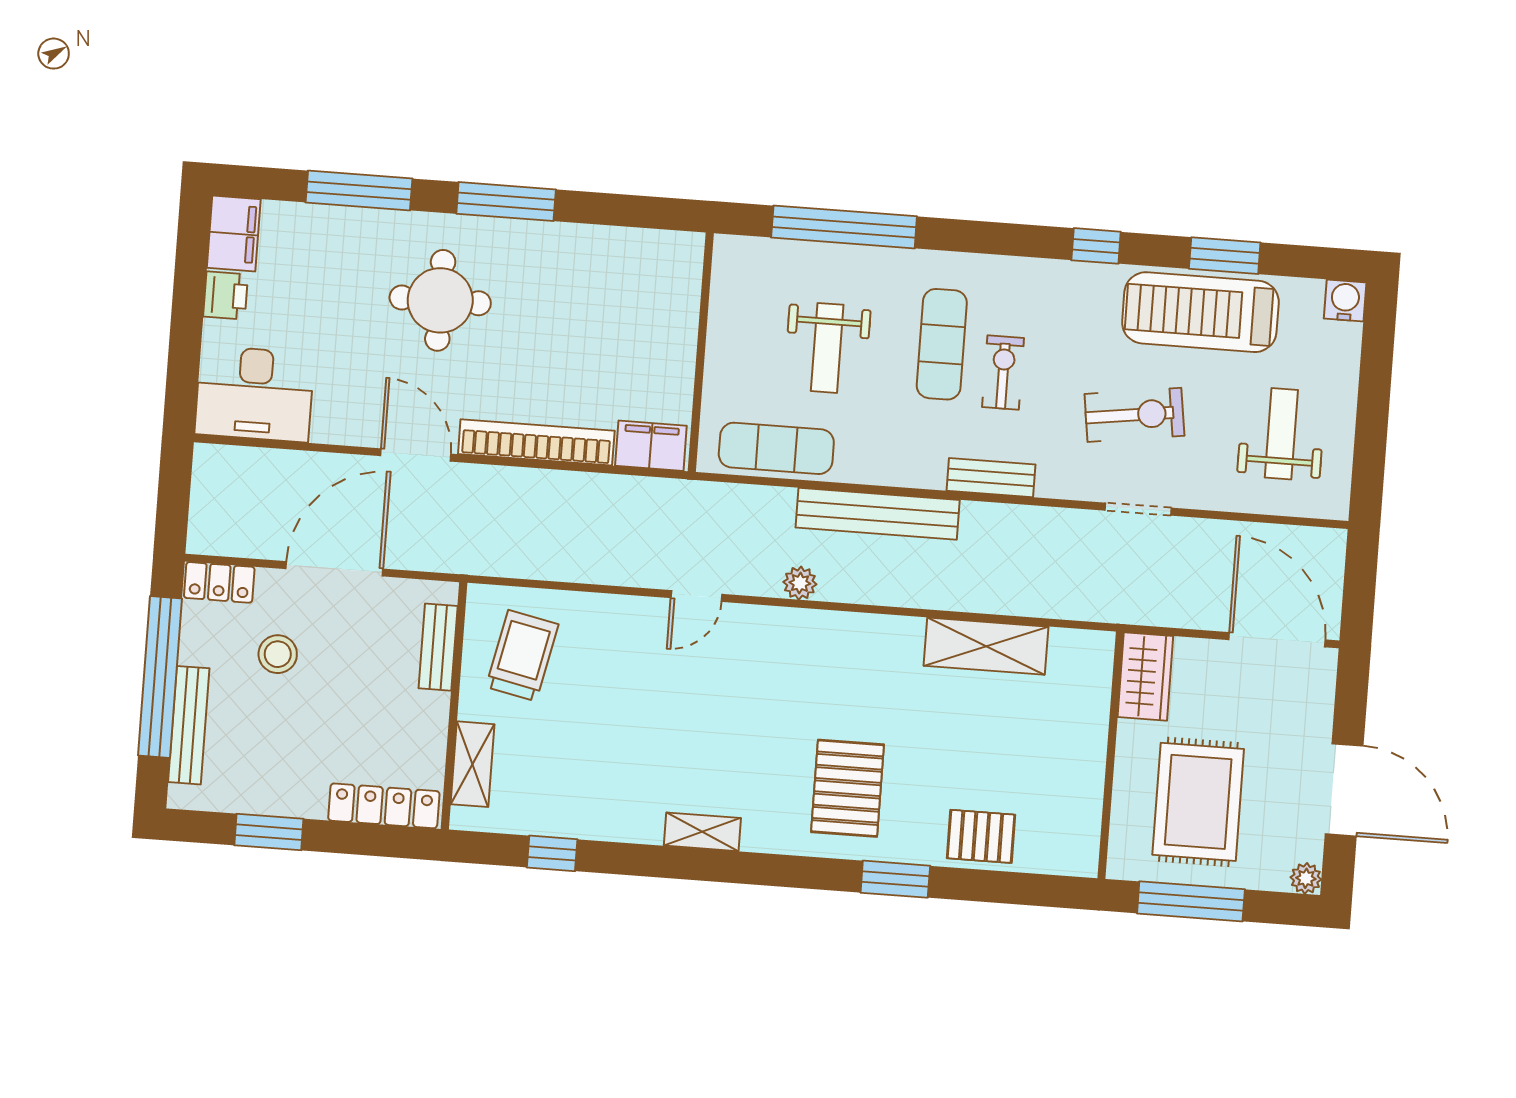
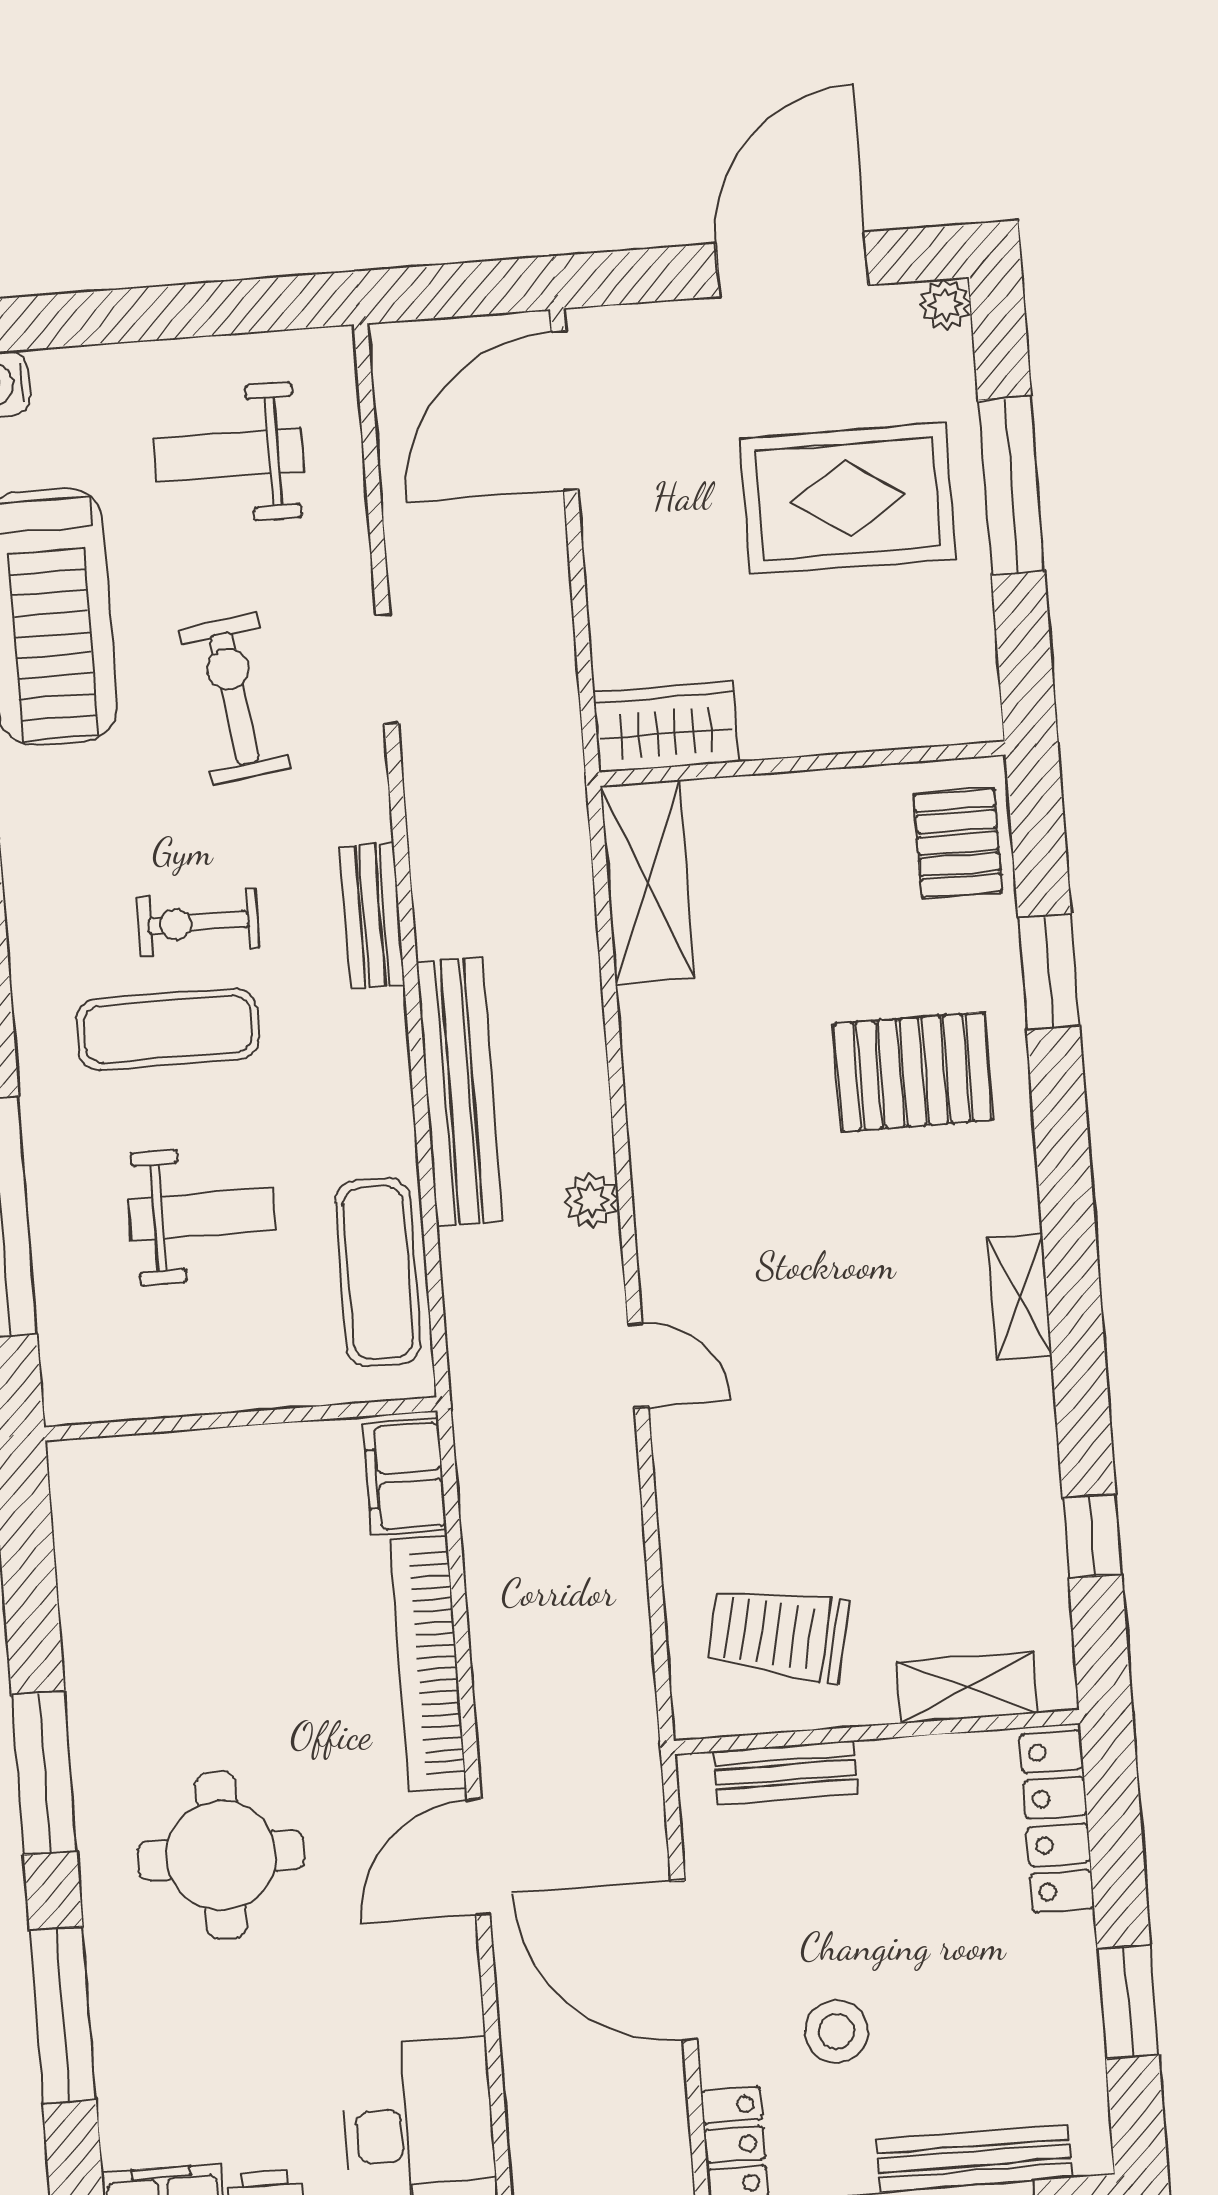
wardrobe: (1145, 677) -> (666, 727), moved
wall: (1111, 755) -> (802, 764), moved

